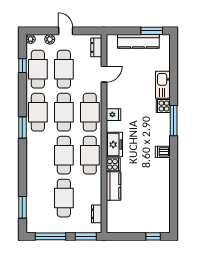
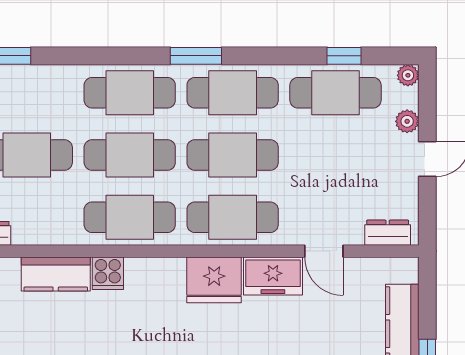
cafe table: (64, 69) -> (130, 93), moved
fridge: (113, 115) -> (214, 280), width x1.88, depth x1.34
freezer: (114, 145) -> (273, 276), moved

